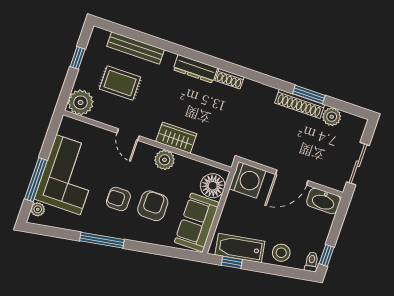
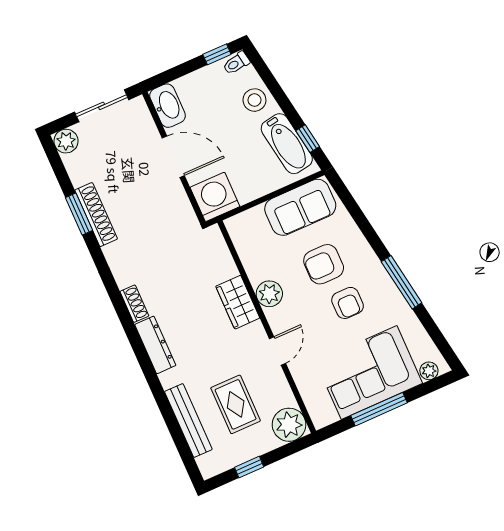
plant: (332, 117) -> (66, 141), moved
window: (36, 180) -> (379, 409), moved
floor lamp: (213, 186) -> (251, 225), removed

